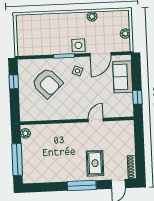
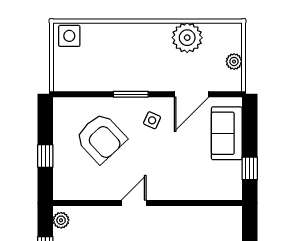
plant: (92, 16) -> (187, 38), width x1.88, depth x1.88
side table: (78, 45) -> (69, 36), moved
window: (14, 82) -> (45, 156), moved
door: (96, 120) -> (134, 203), moved

